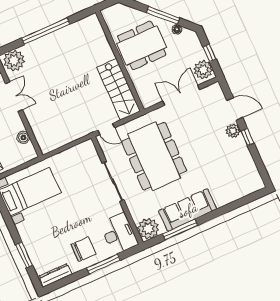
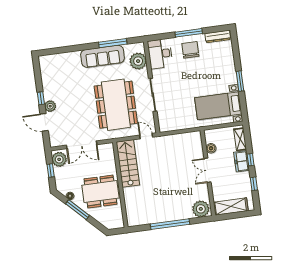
double door: (14, 97) -> (207, 170), moved
plant: (148, 229) -> (138, 61), moved
chair: (84, 249) -> (190, 50), turned 90
window: (24, 255) -> (240, 81), moved
window: (103, 264) -> (189, 33), moved

